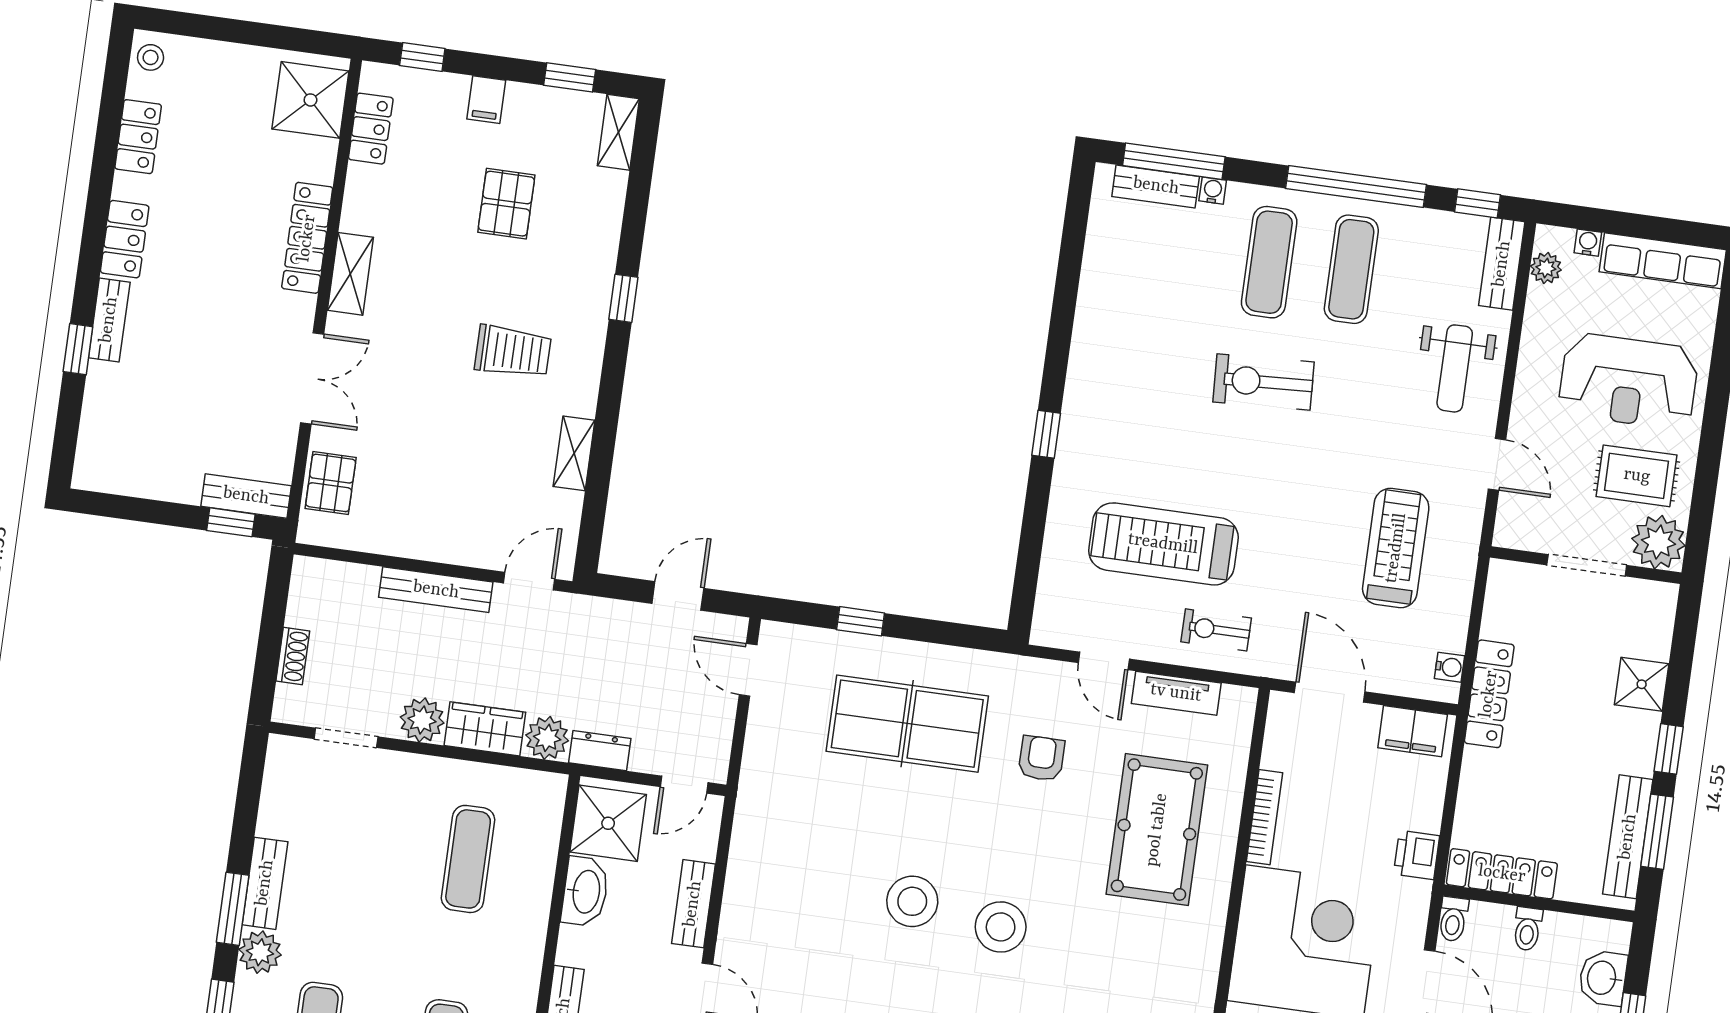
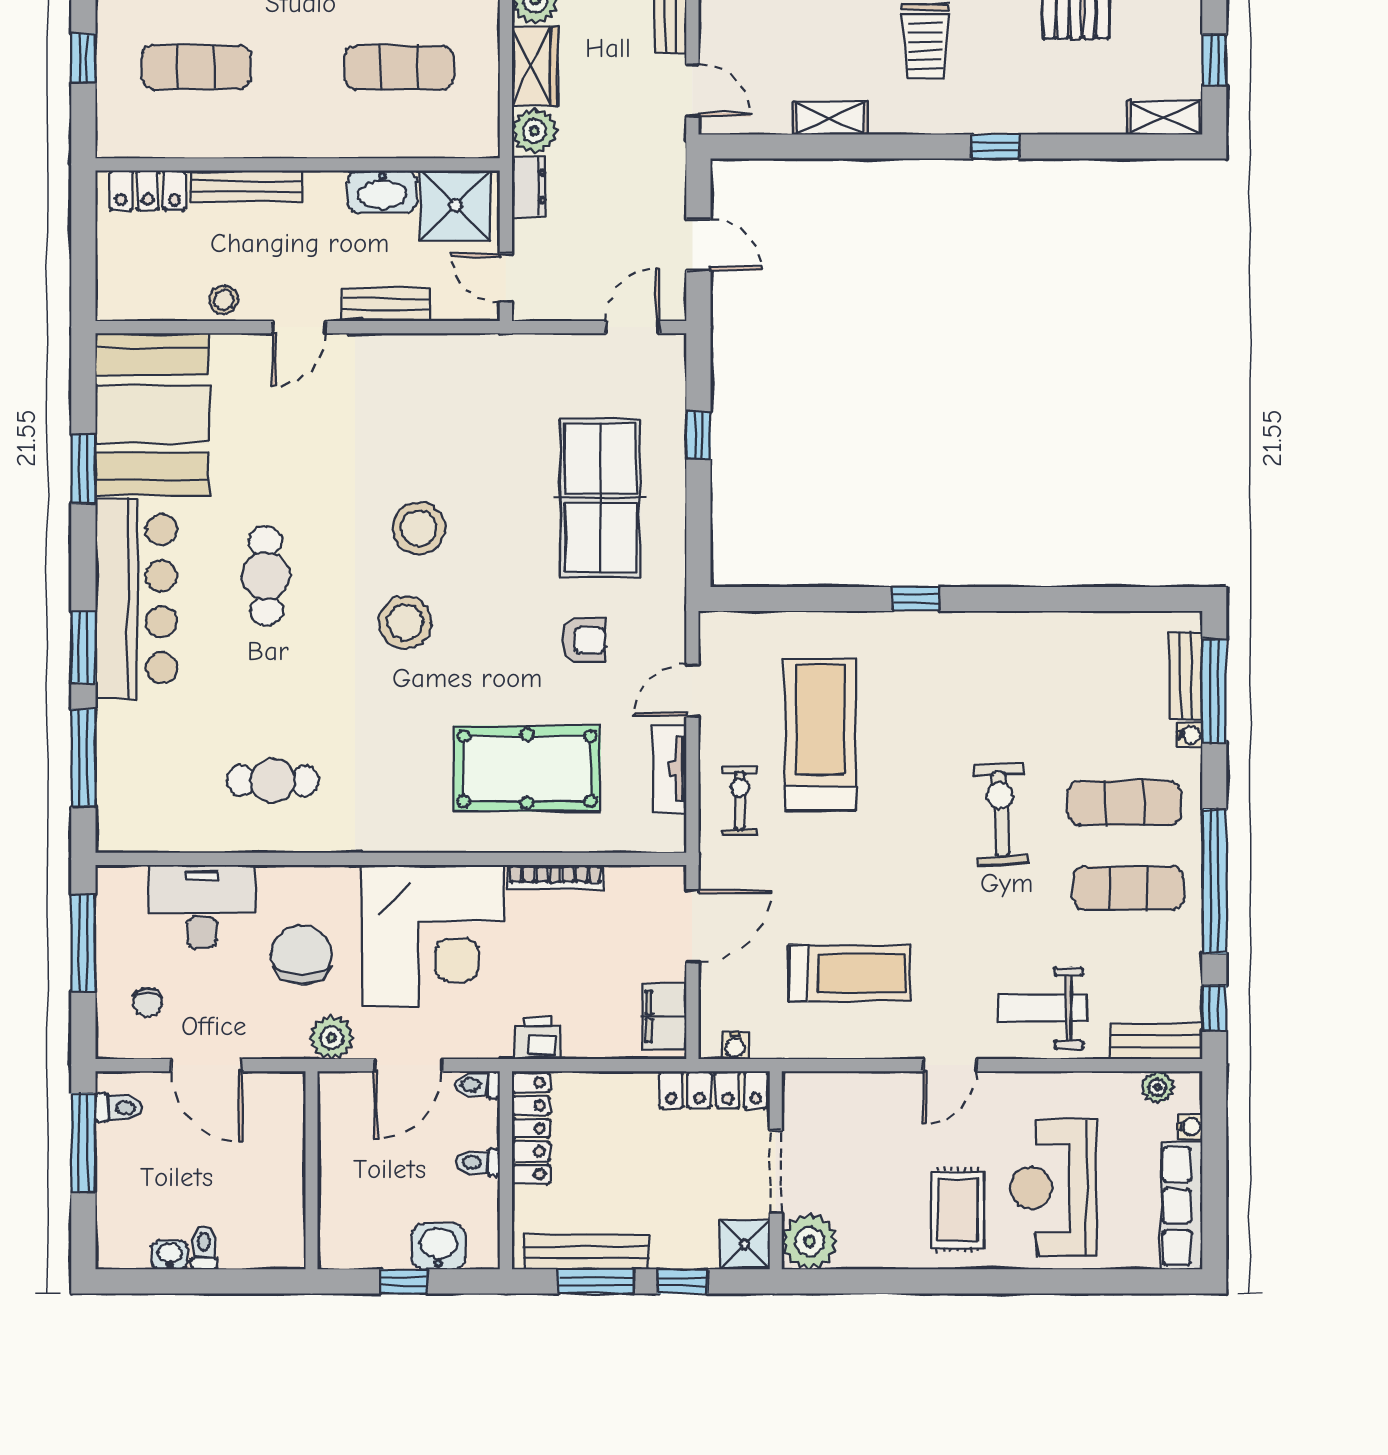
plant: (1658, 542) -> (810, 1242), moved
wall: (1586, 565) -> (776, 1170), moved
doorway: (1587, 565) -> (776, 1172), moved

